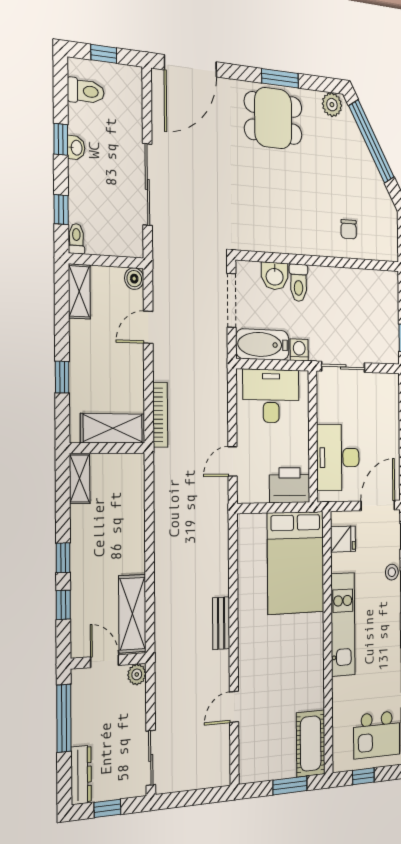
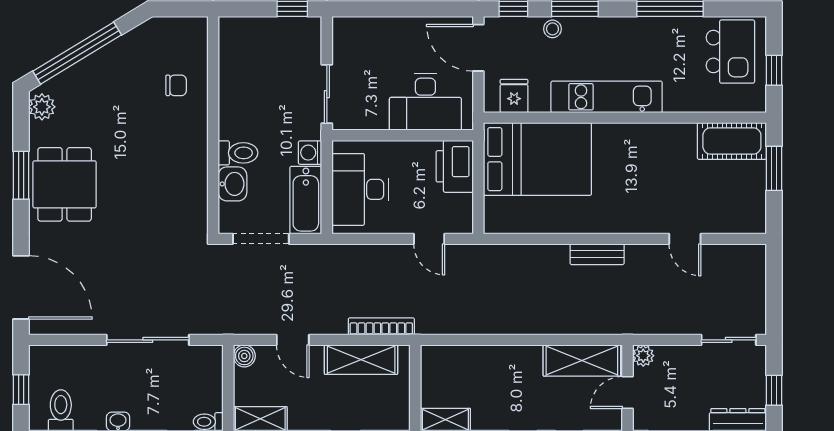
shelving: (113, 428) -> (361, 360), moved, turned 90

